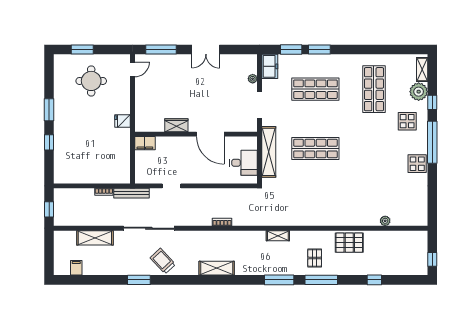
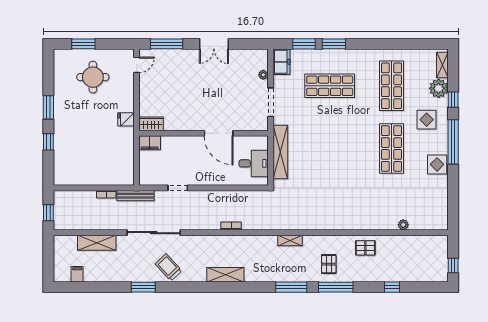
wardrobe: (176, 125) -> (151, 124), moved
shop shelf: (315, 149) -> (391, 148), moved, turned 90
pallet: (349, 243) -> (365, 248), width x0.67, depth x0.71

